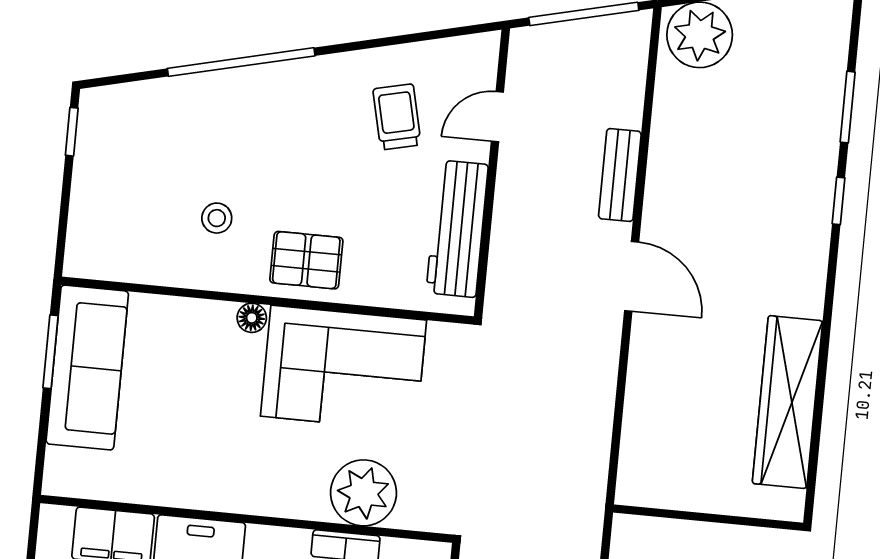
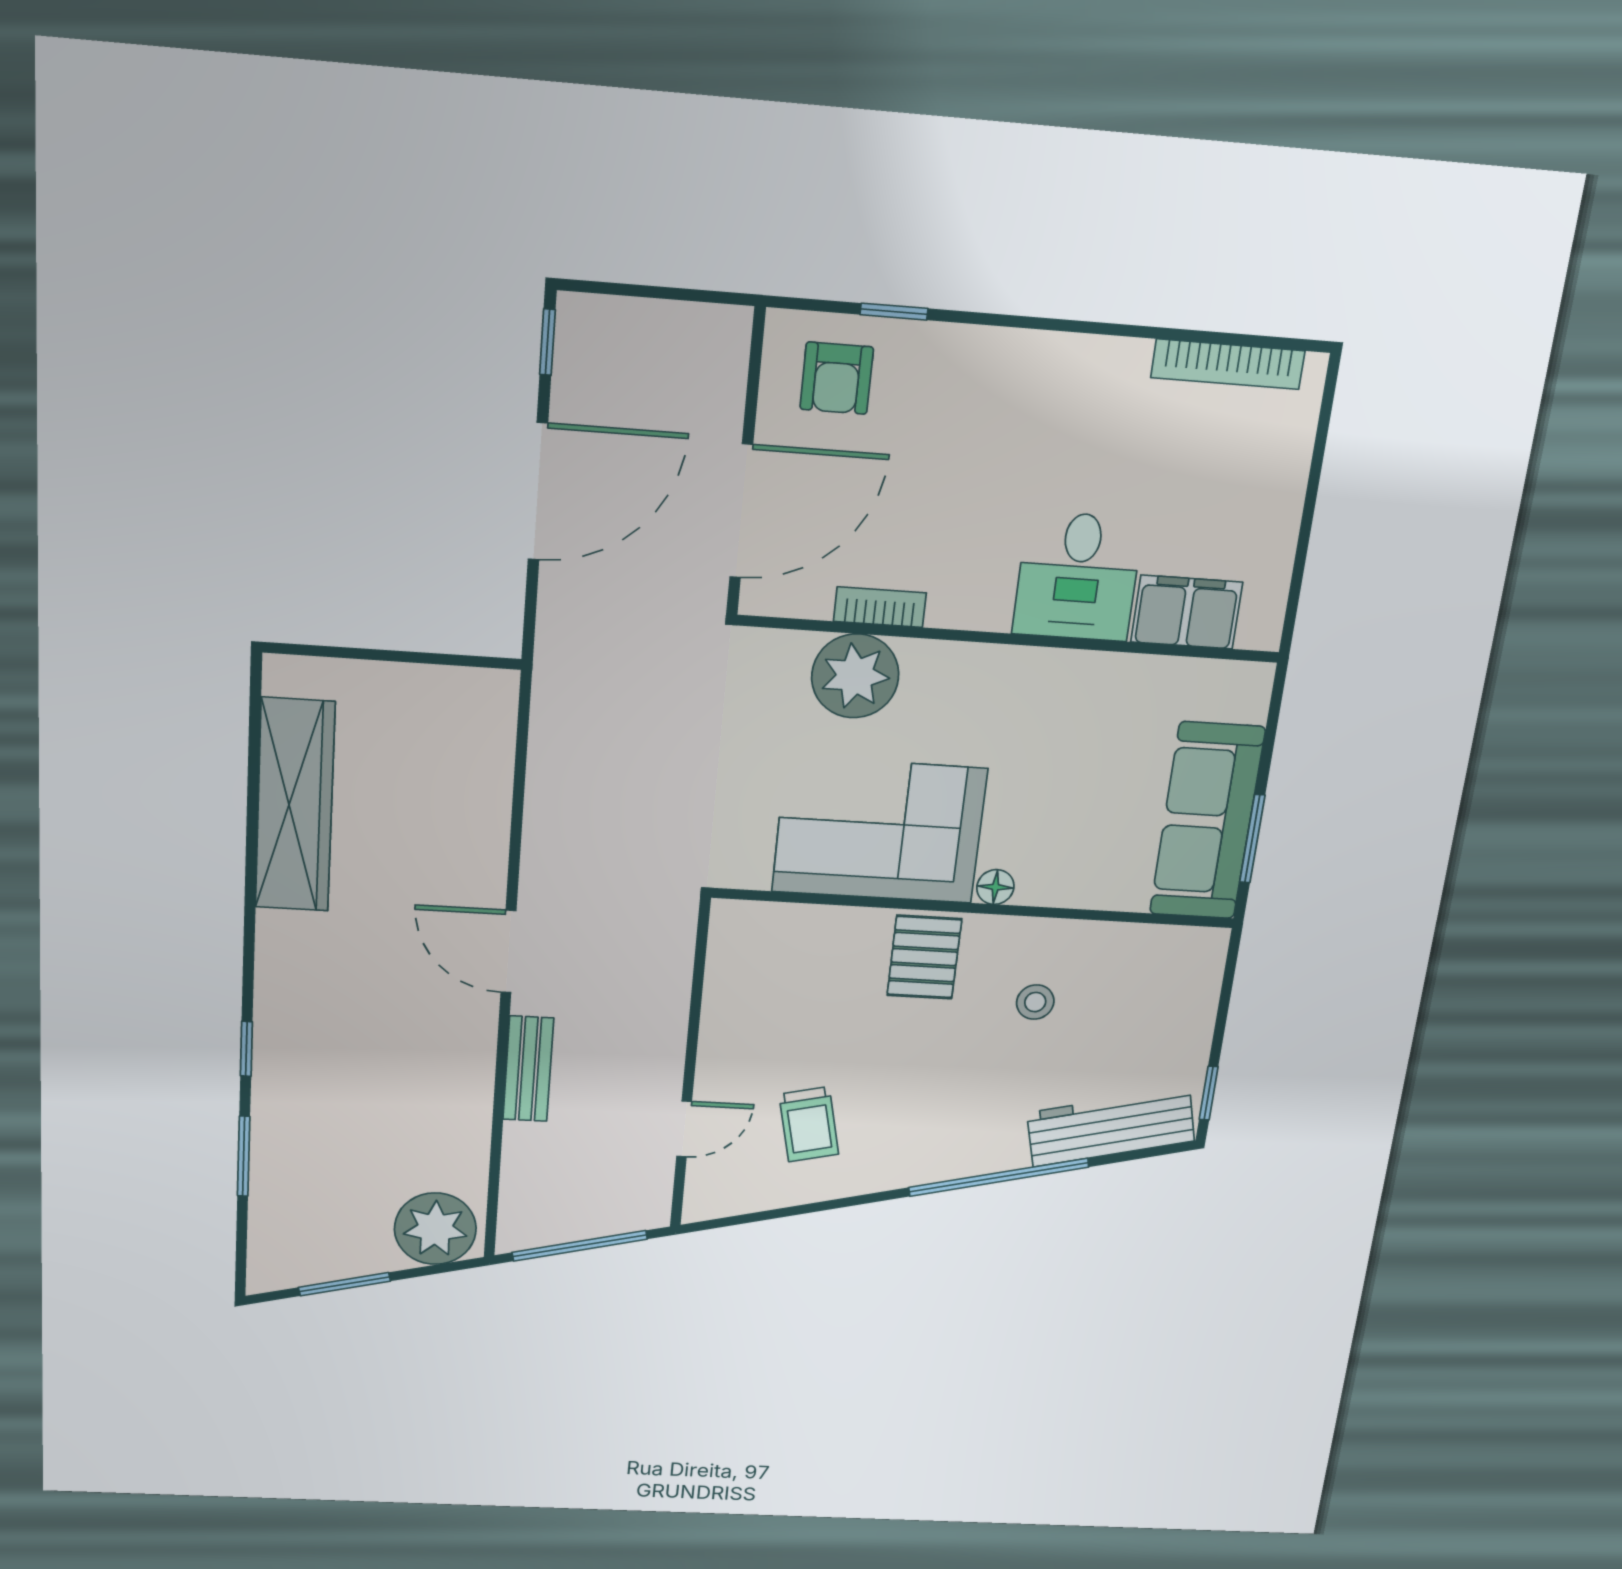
workbench: (457, 229) -> (1111, 1127), moved, turned -104
pallet: (306, 260) -> (924, 957), turned 90

